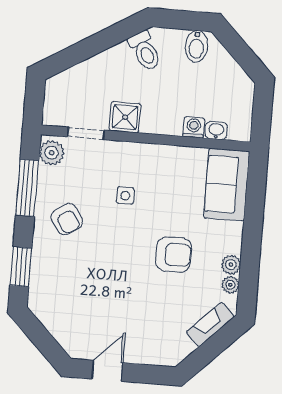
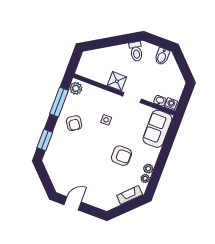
washing machine: (194, 127) -> (171, 104), moved
doorway: (86, 133) -> (132, 97), moved

